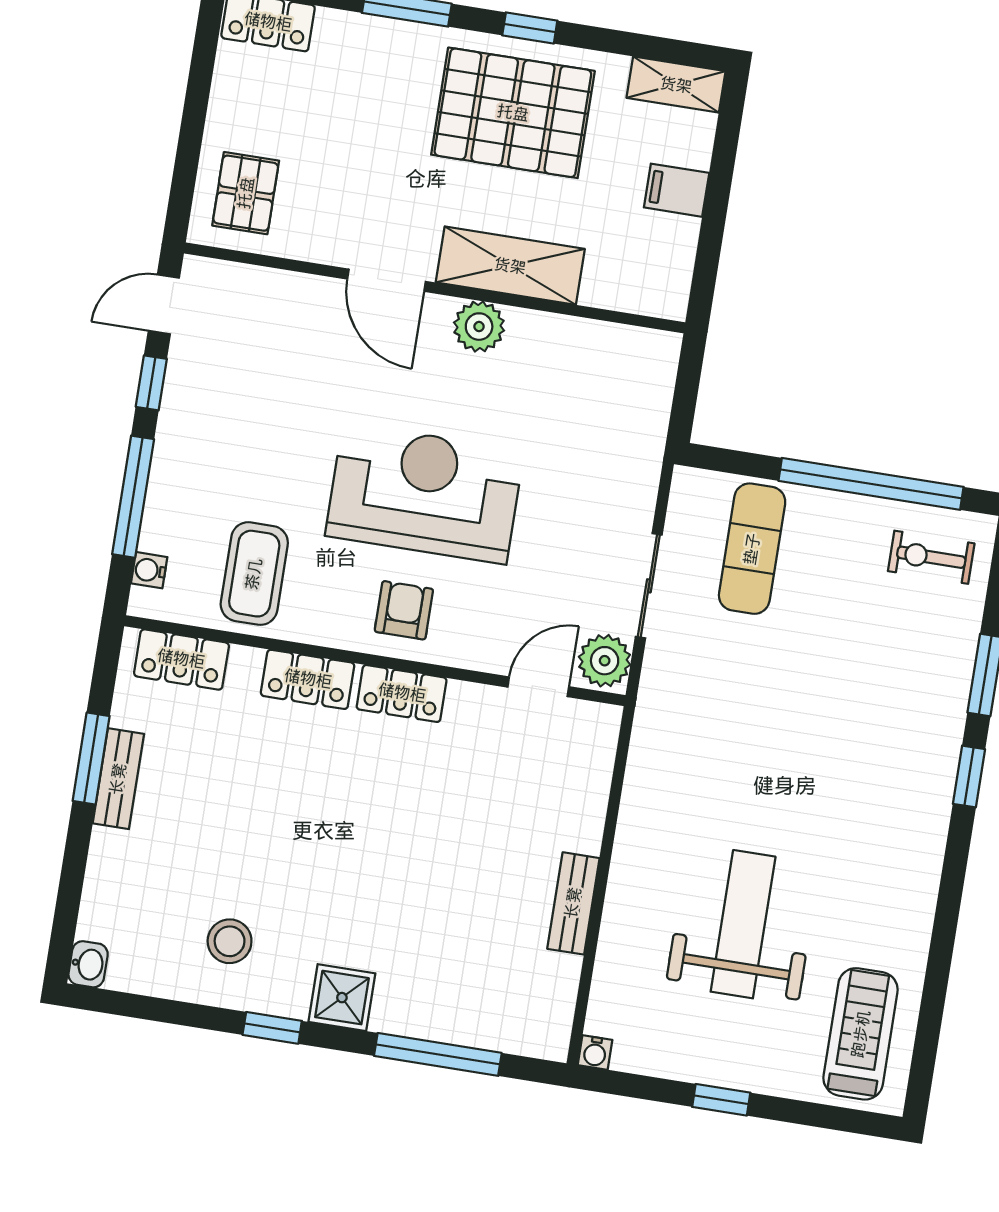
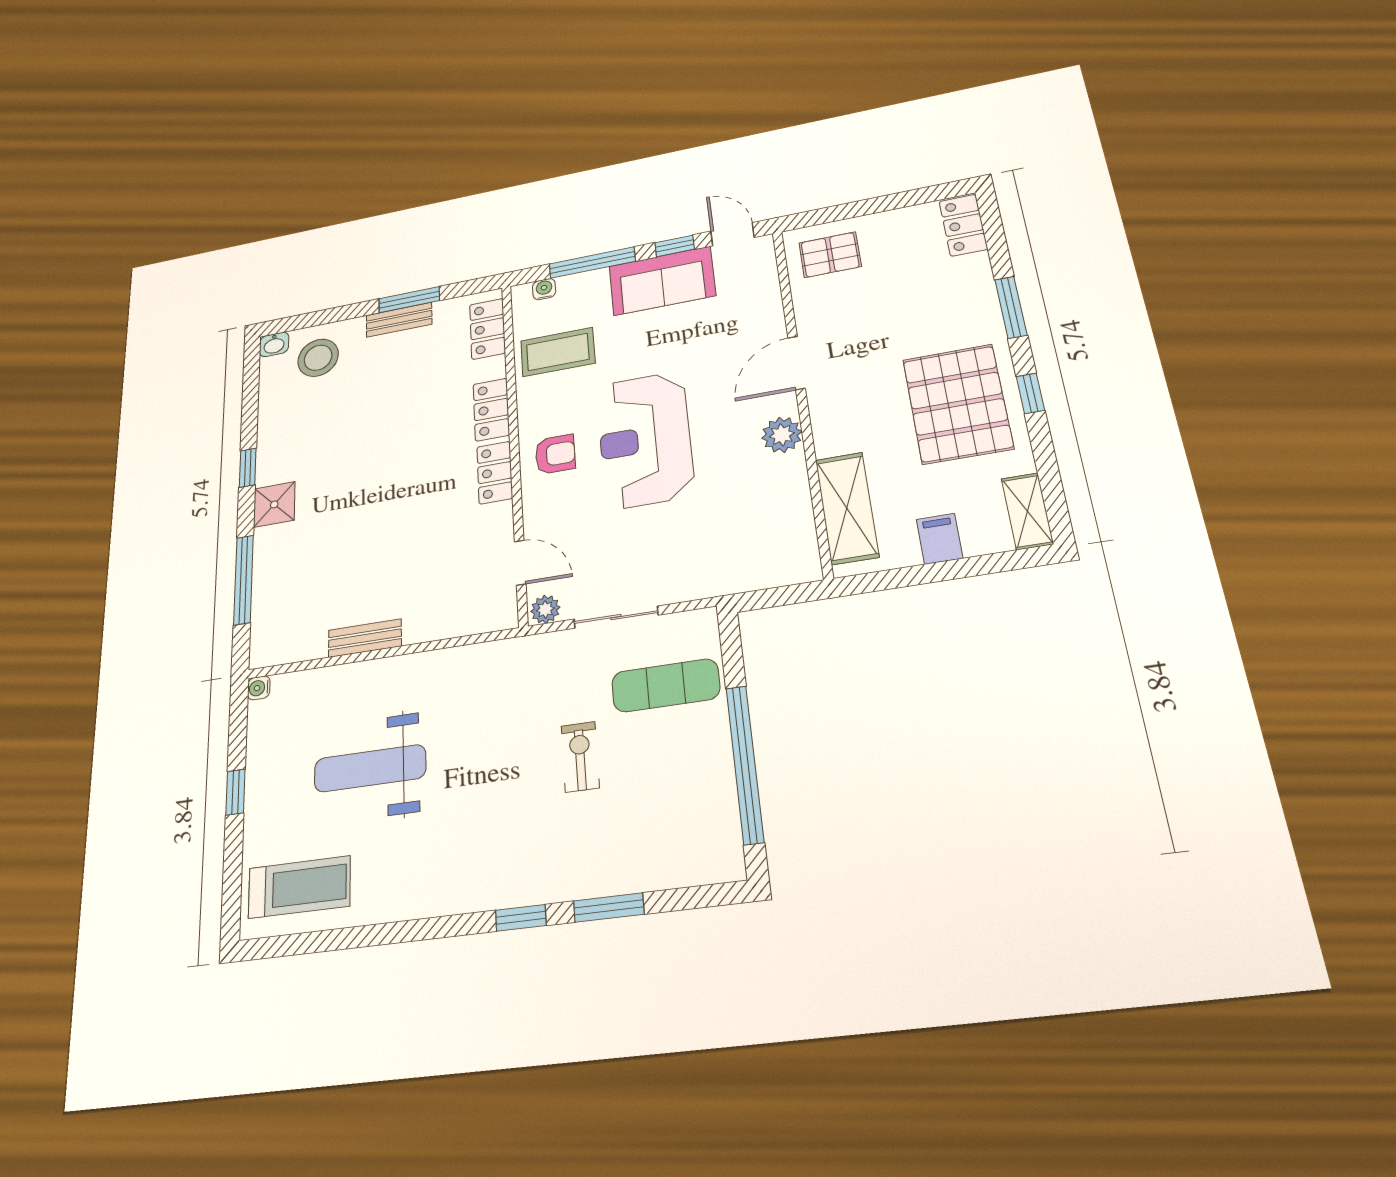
shelving: (510, 266) -> (847, 508), moved
sofa: (199, 413) -> (662, 281), added
reception desk: (425, 493) -> (645, 440), turned 180
exercise bike: (931, 557) -> (580, 757), moved
plant: (605, 661) -> (545, 609), width x0.73, depth x0.73
weight bench: (743, 924) -> (370, 768), turned 180
stool: (230, 941) -> (318, 358), moved, width x1.38, depth x1.38

